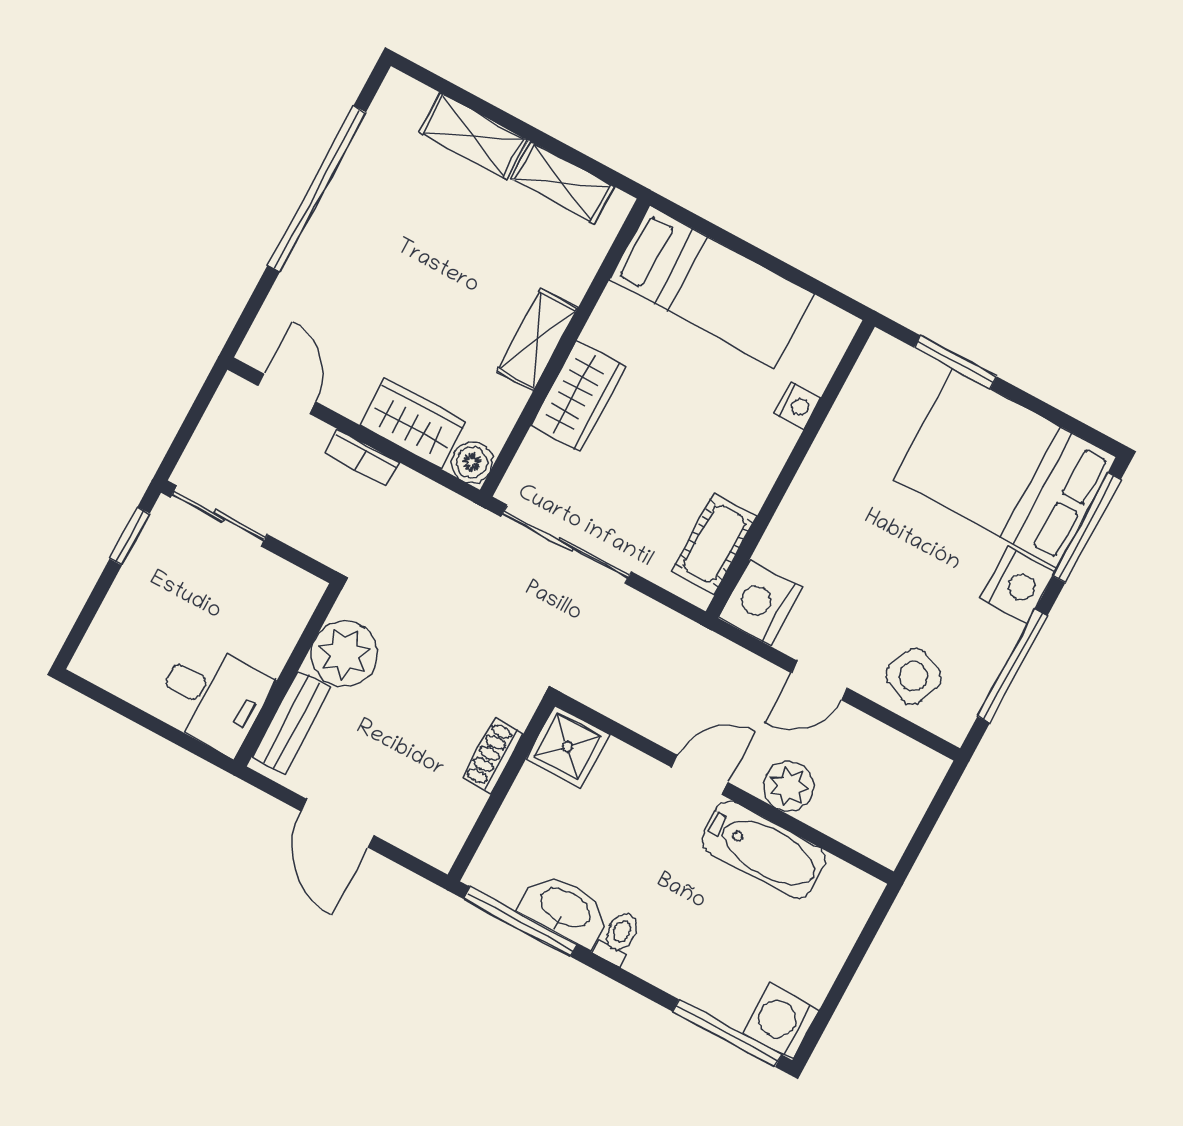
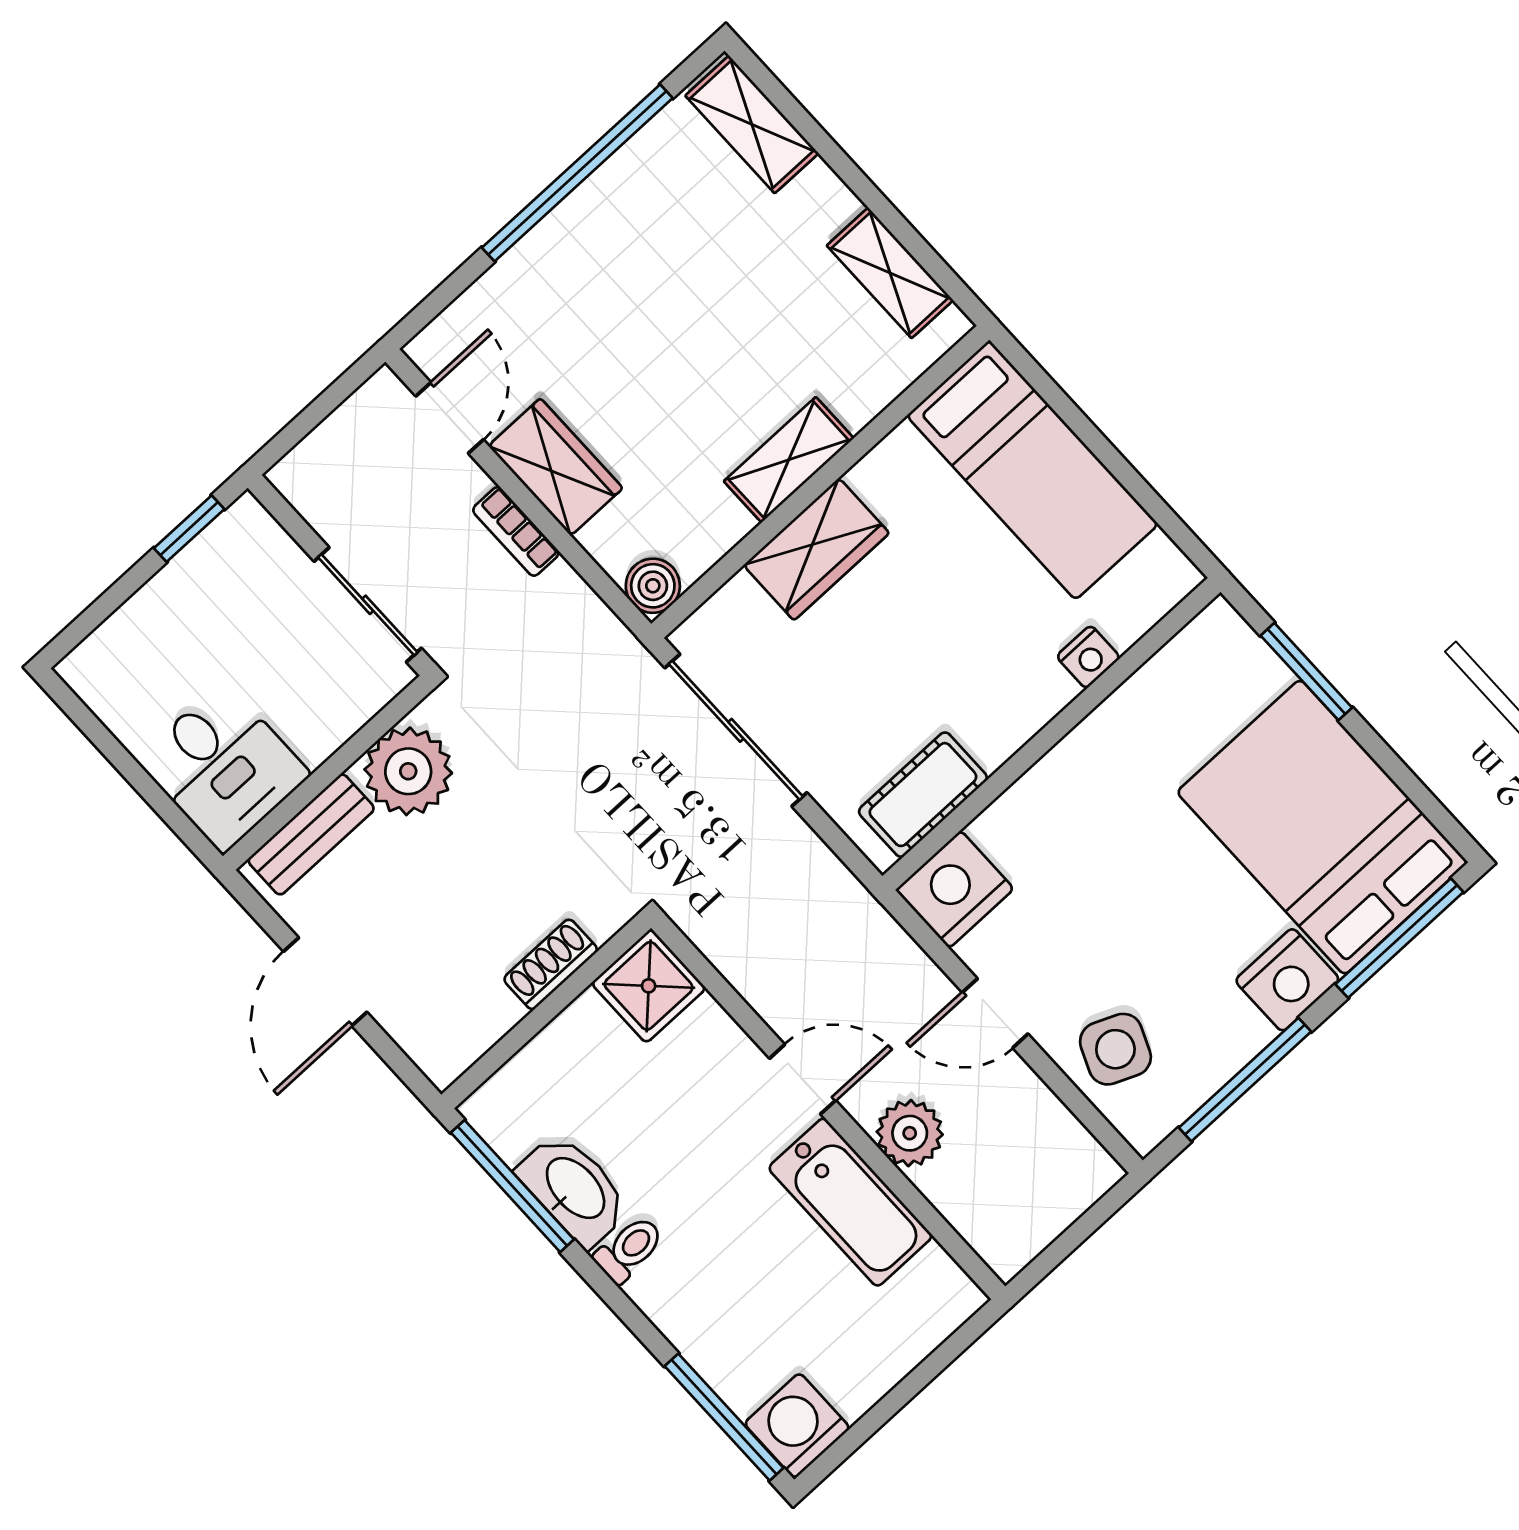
shelving: (473, 136) -> (752, 124), moved
wardrobe: (413, 424) -> (556, 467), moved
sliding door: (219, 516) -> (368, 605), moved

